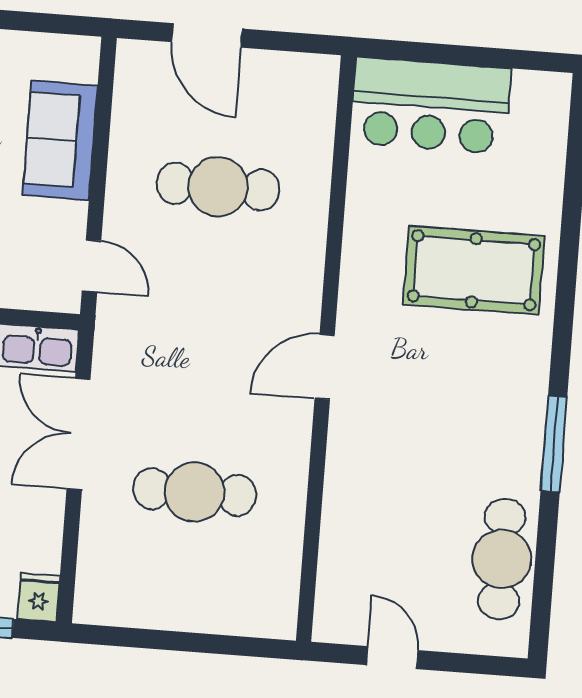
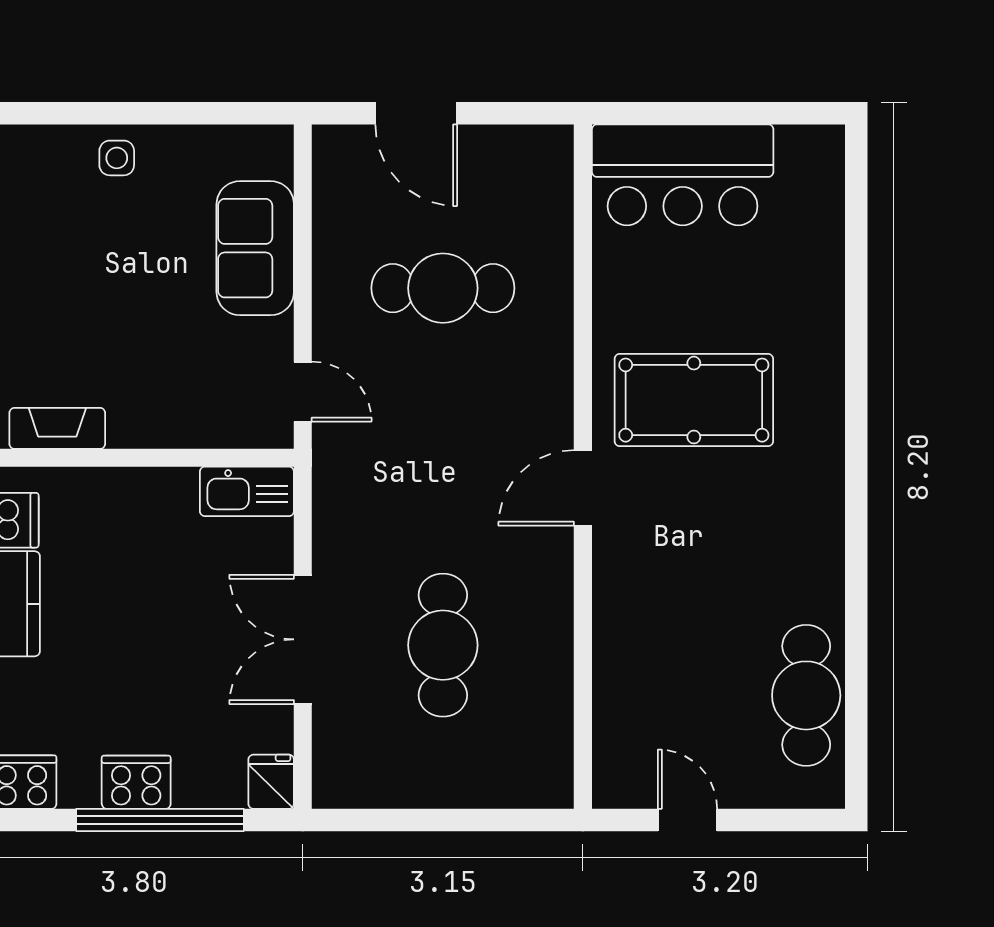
pool table: (474, 270) -> (694, 400), moved
double door: (79, 434) -> (303, 639), moved
window: (554, 444) -> (856, 557), removed
cafe table: (195, 492) -> (443, 645), turned 90

